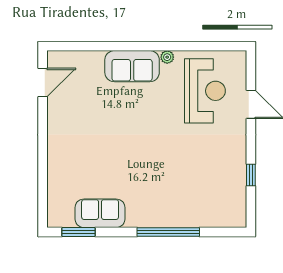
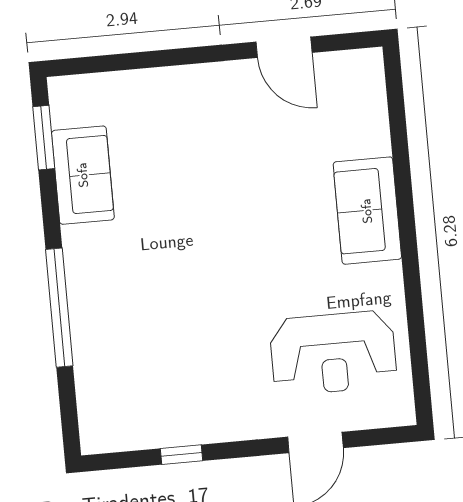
plant: (167, 57) -> (391, 275), removed
door: (43, 82) -> (284, 47), moved

